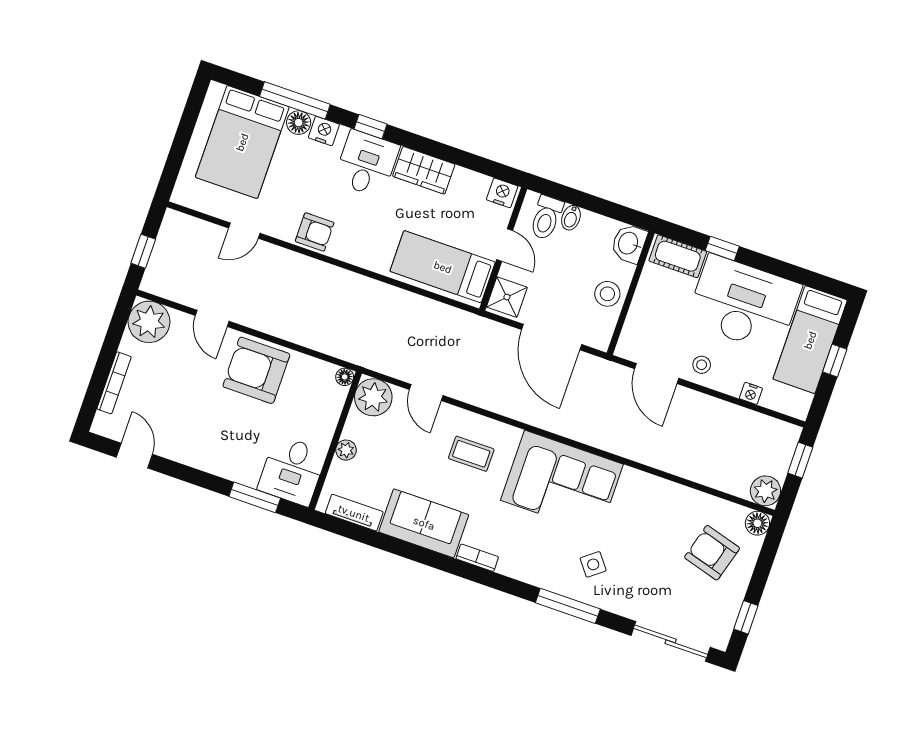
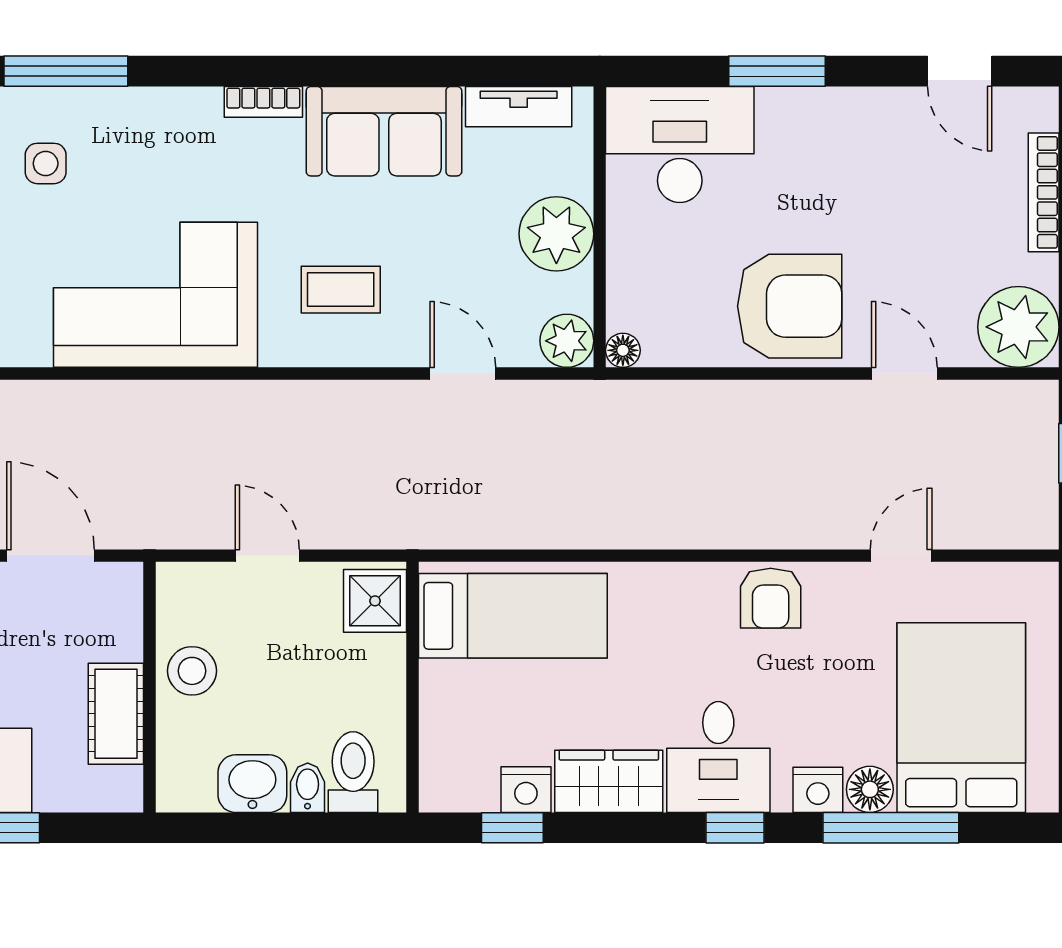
window: (478, 164) -> (512, 828), added
nightstand: (502, 193) -> (526, 790), moved
armchair: (315, 232) -> (771, 598), turned -90
washbasin: (629, 243) -> (252, 784), moved, turned -90
door: (505, 245) -> (412, 695), removed
cot: (678, 256) -> (116, 714), moved, turned 90
door: (552, 337) -> (267, 556), width x0.53
plant: (373, 397) -> (567, 341), width x0.73, depth x0.73
plant: (346, 450) -> (556, 234), width x1.87, depth x1.87
desk: (292, 471) -> (680, 144), width x1.37
window: (255, 497) -> (777, 71), moved
side table: (593, 564) -> (46, 163), turned 38

